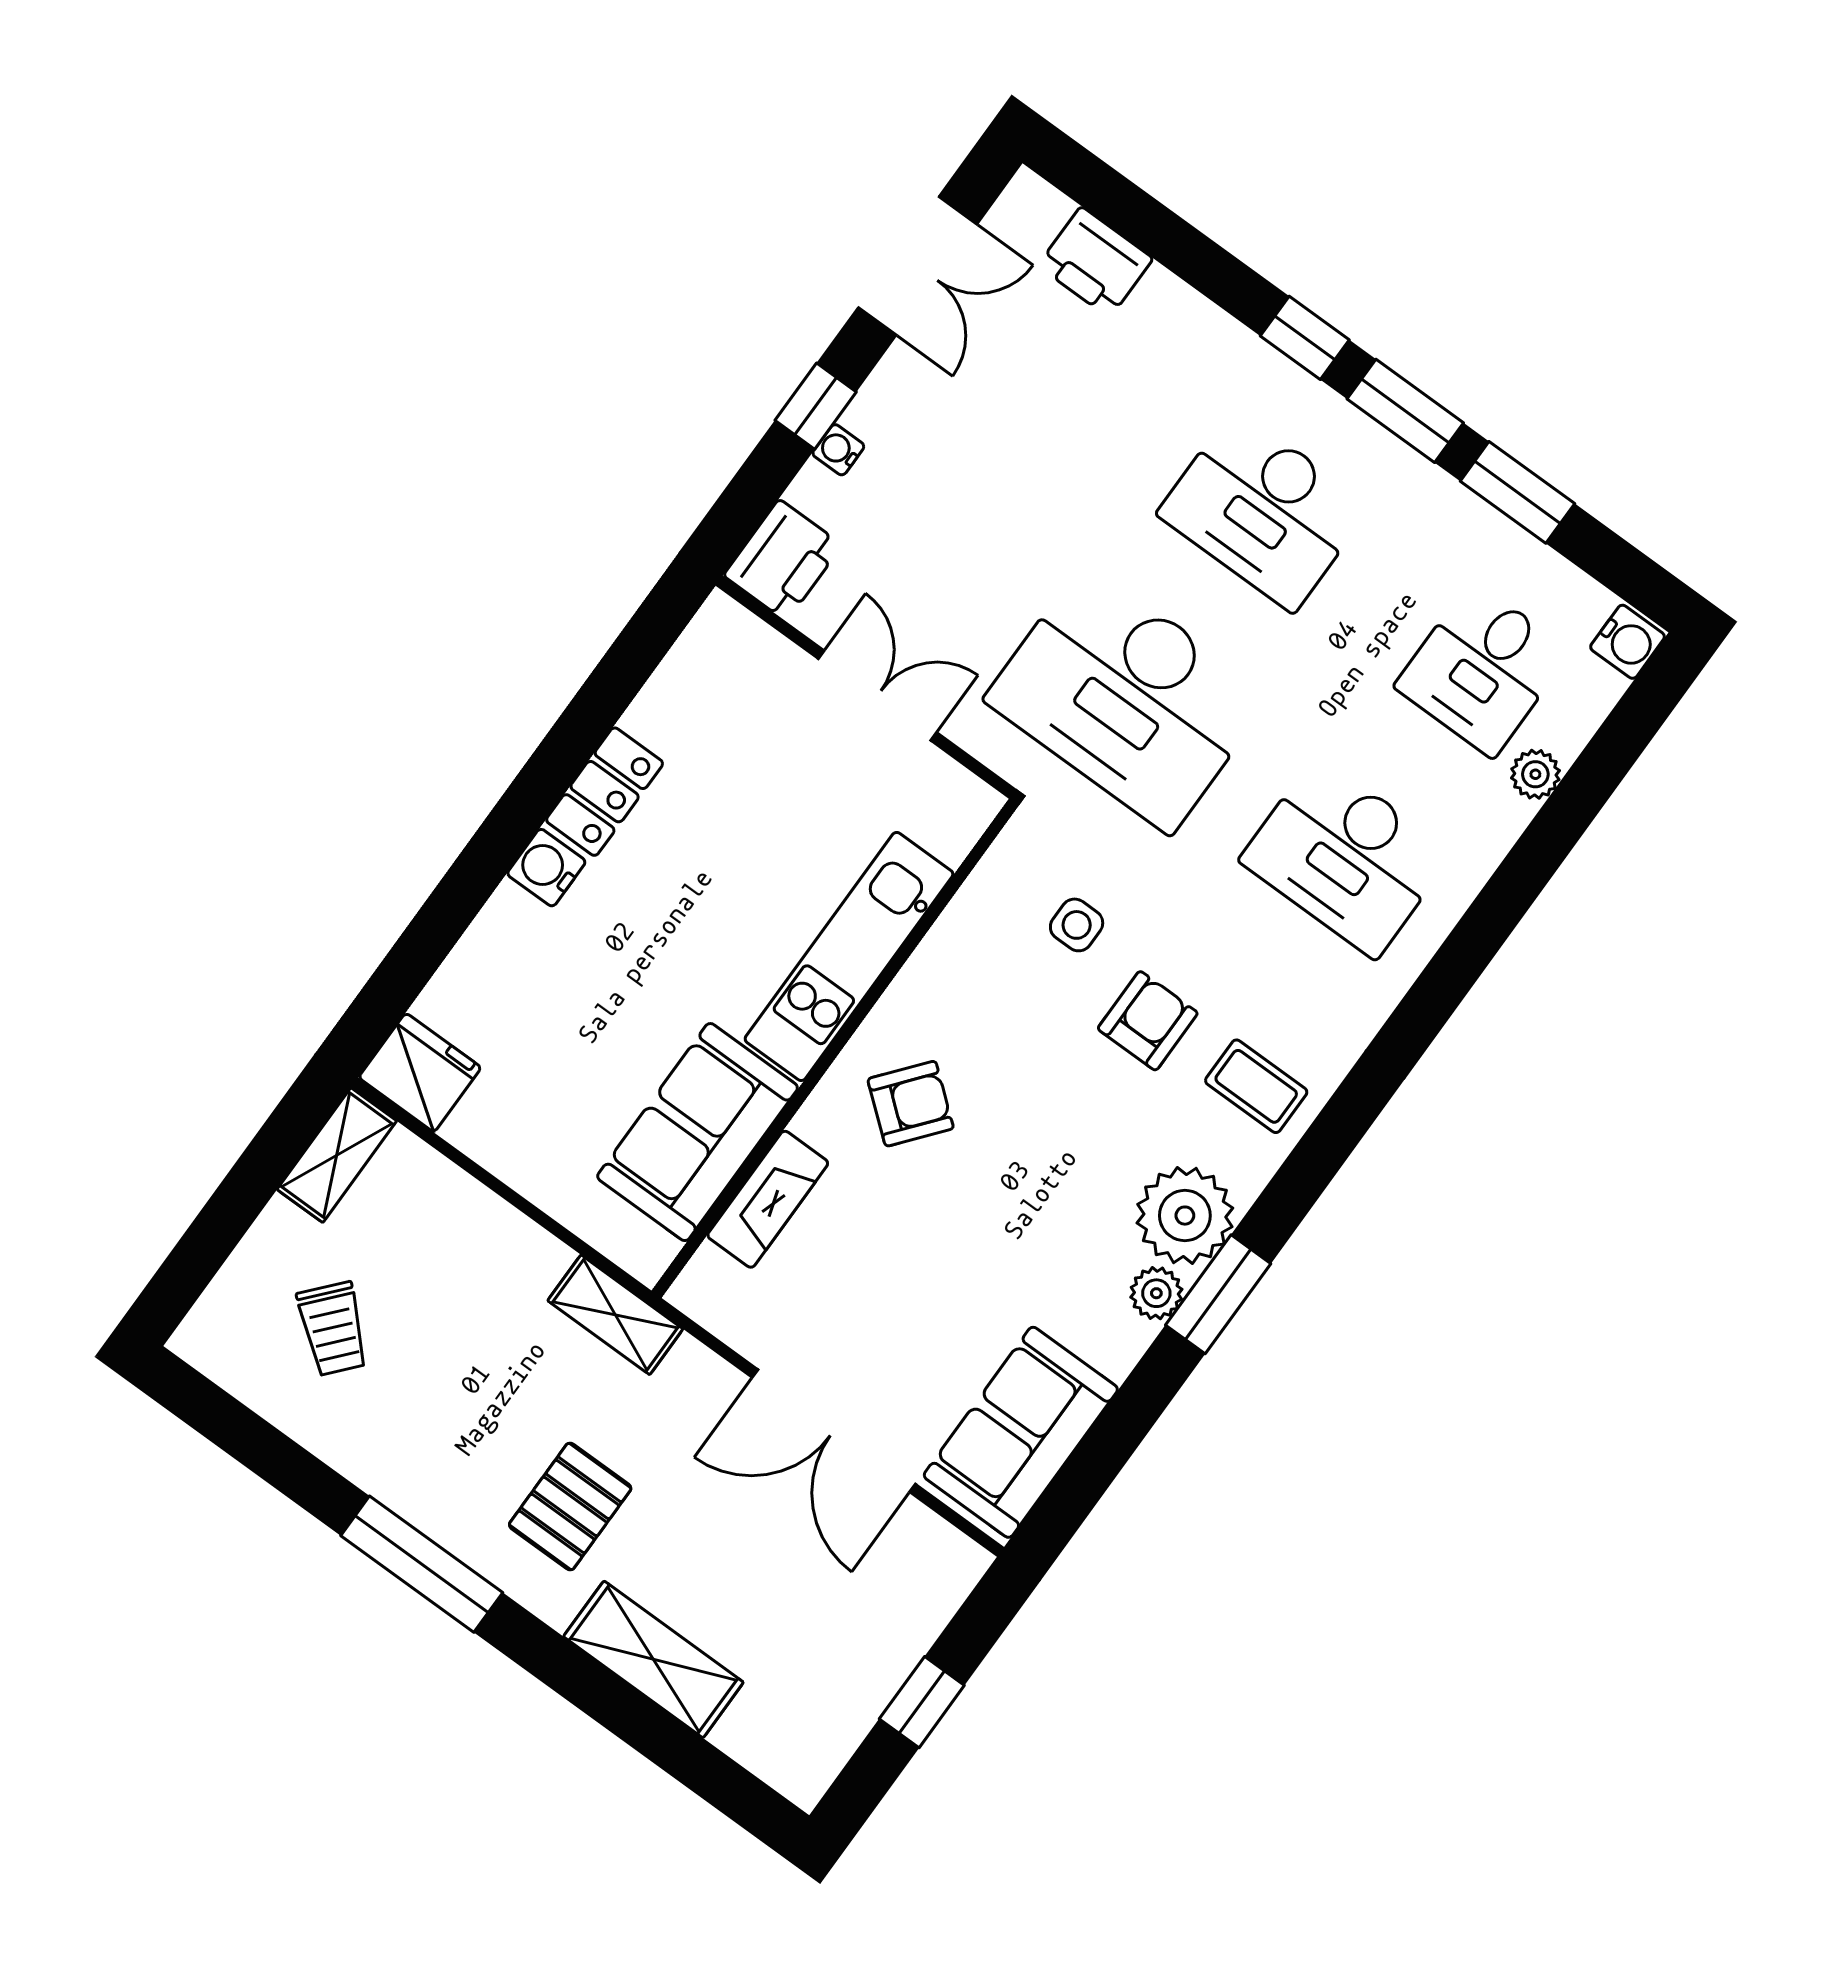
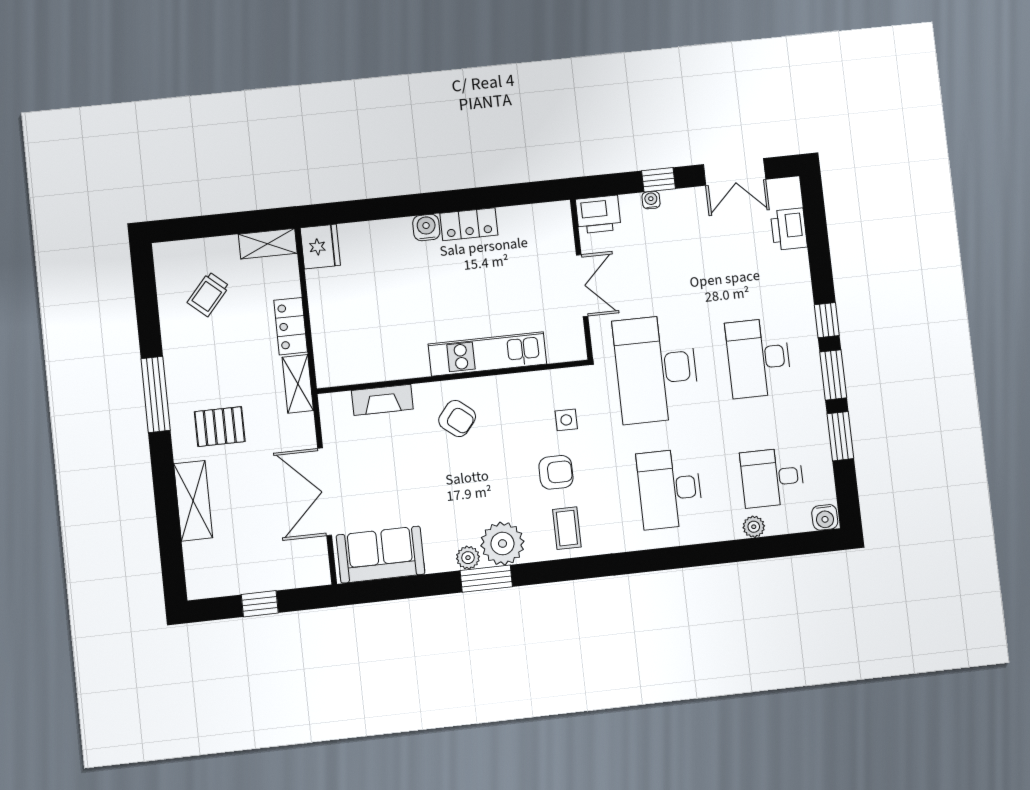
sofa: (698, 1132) -> (384, 356), removed
locker: (509, 1241) -> (291, 326), added

